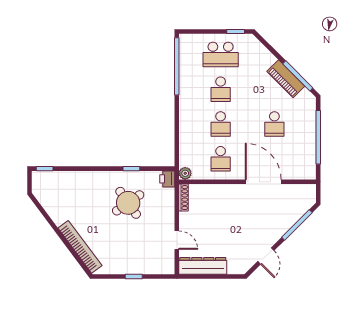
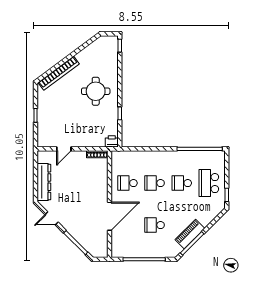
plant: (185, 173) -> (116, 155), removed
round table: (128, 203) -> (96, 91), moved, turned 35
dresser: (203, 266) -> (44, 182), moved

